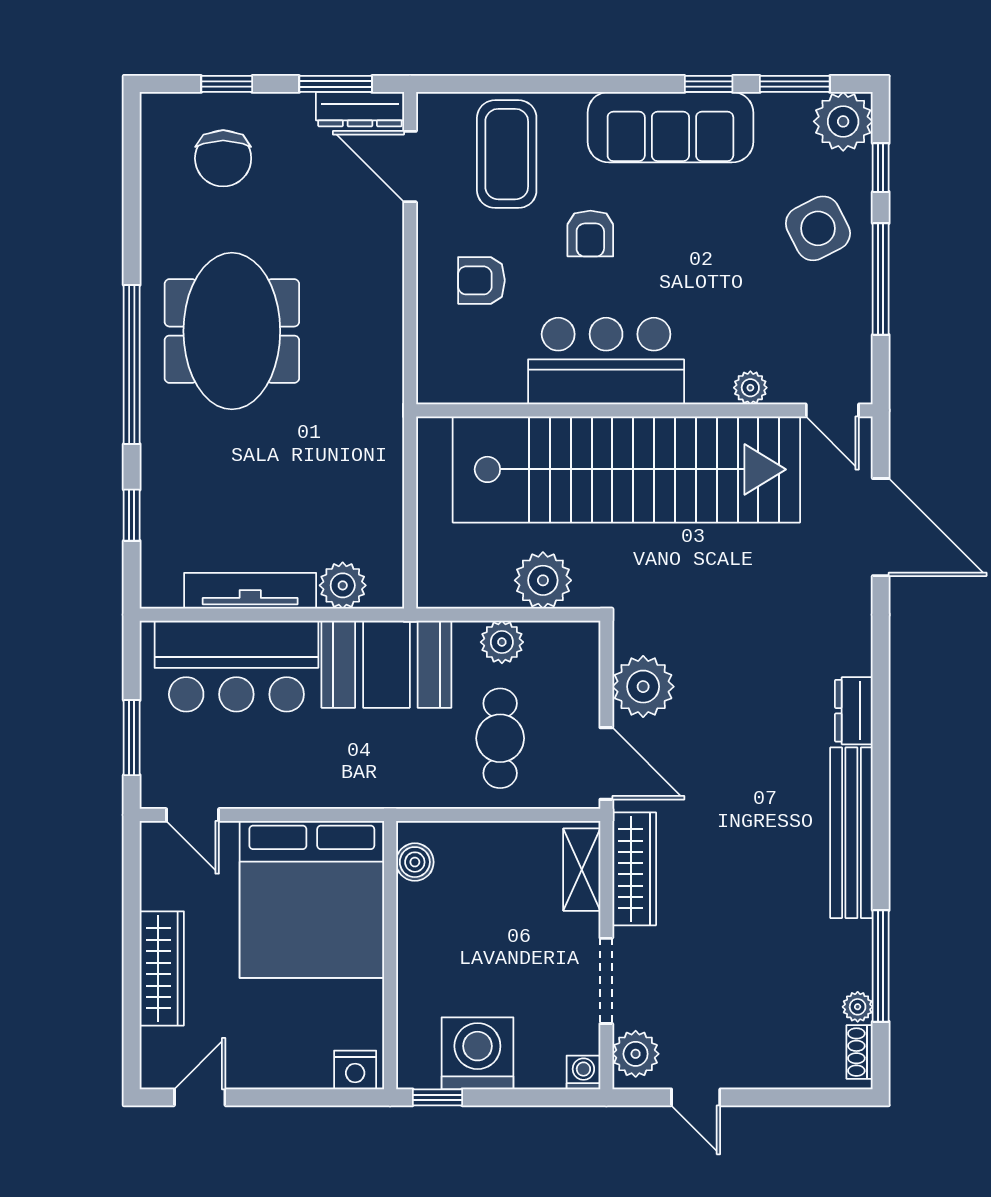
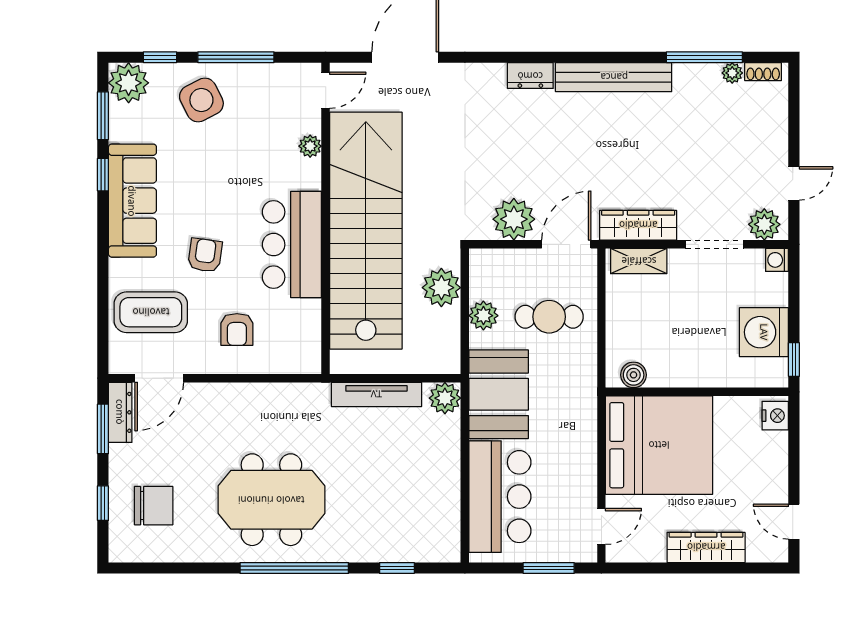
armchair: (590, 234) -> (205, 255), turned -82
plant: (343, 585) -> (445, 398), moved
tv unit: (250, 591) -> (376, 394), moved, turned -90

